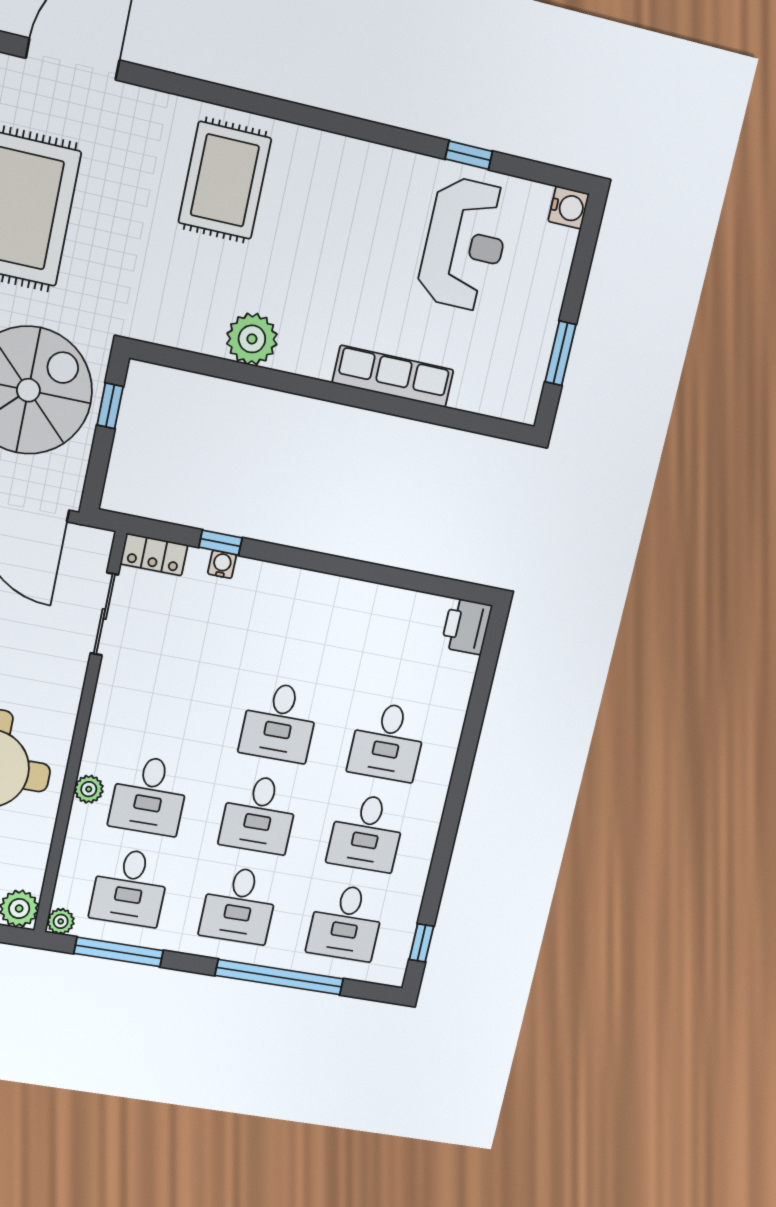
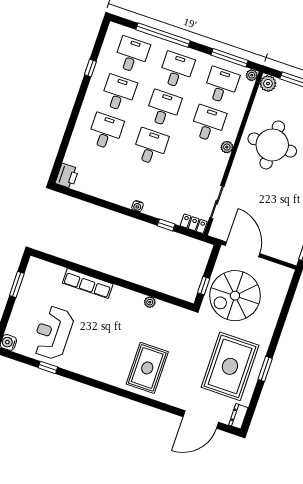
plant: (252, 339) -> (150, 302), width x0.53, depth x0.53
water cooler: (222, 564) -> (138, 206), moved
plant: (89, 789) -> (227, 147), moved
window: (421, 943) -> (90, 68), moved

